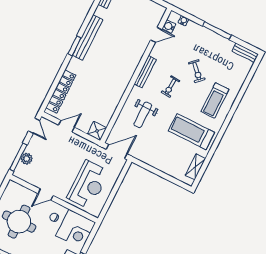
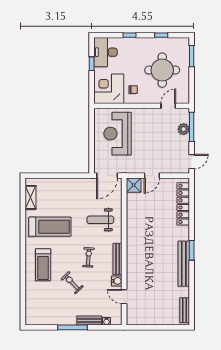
water cooler: (169, 26) -> (117, 281), moved
door: (156, 35) -> (124, 297), hinge flipped
bench: (245, 53) -> (89, 321), moved
treadmill: (215, 100) -> (43, 265), turned 180
weight bench: (143, 115) -> (100, 220), turned -90
door: (34, 126) -> (192, 162), swing flipped
door: (66, 126) -> (152, 176), moved
door: (46, 195) -> (168, 106), moved

